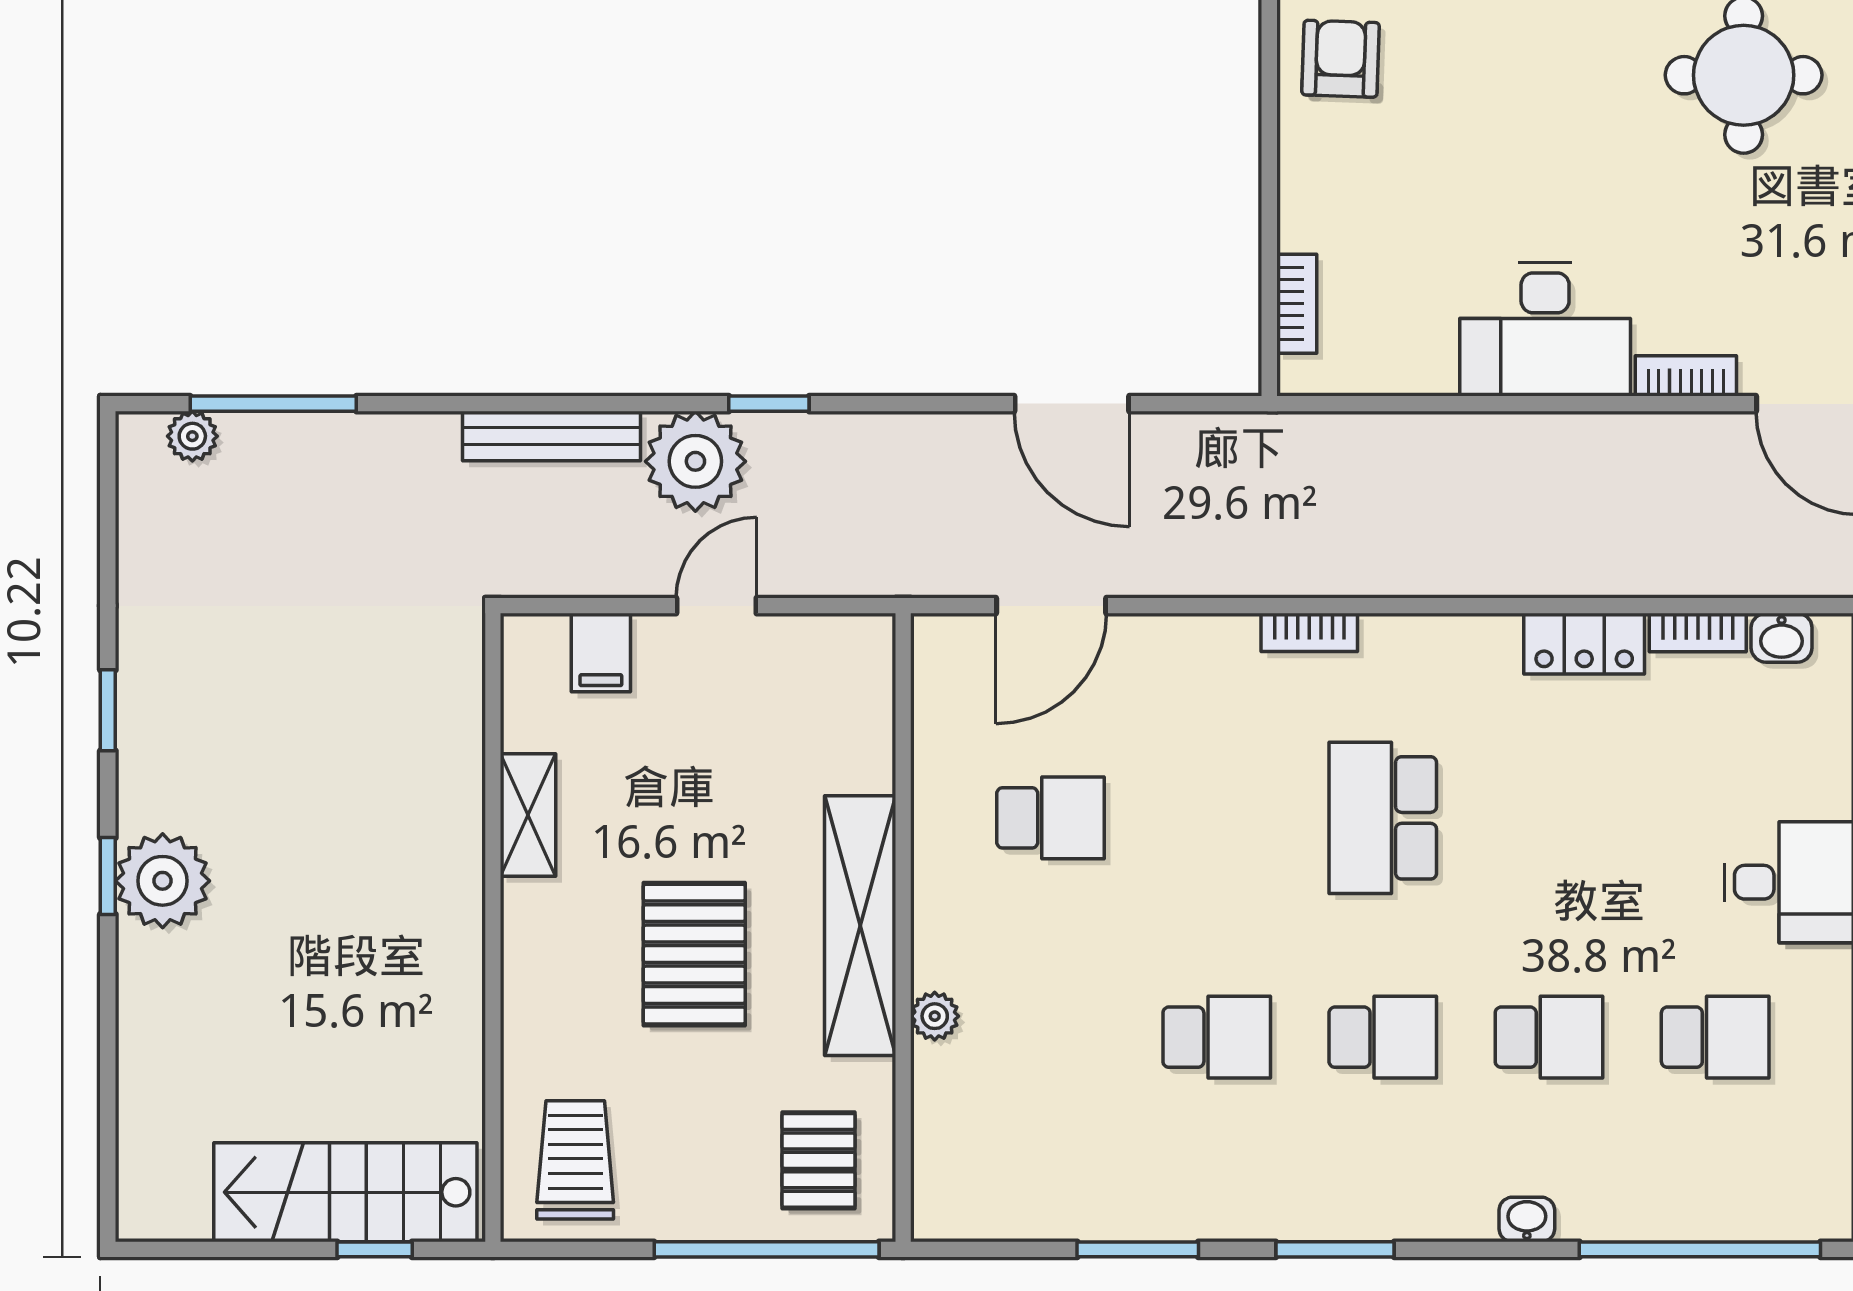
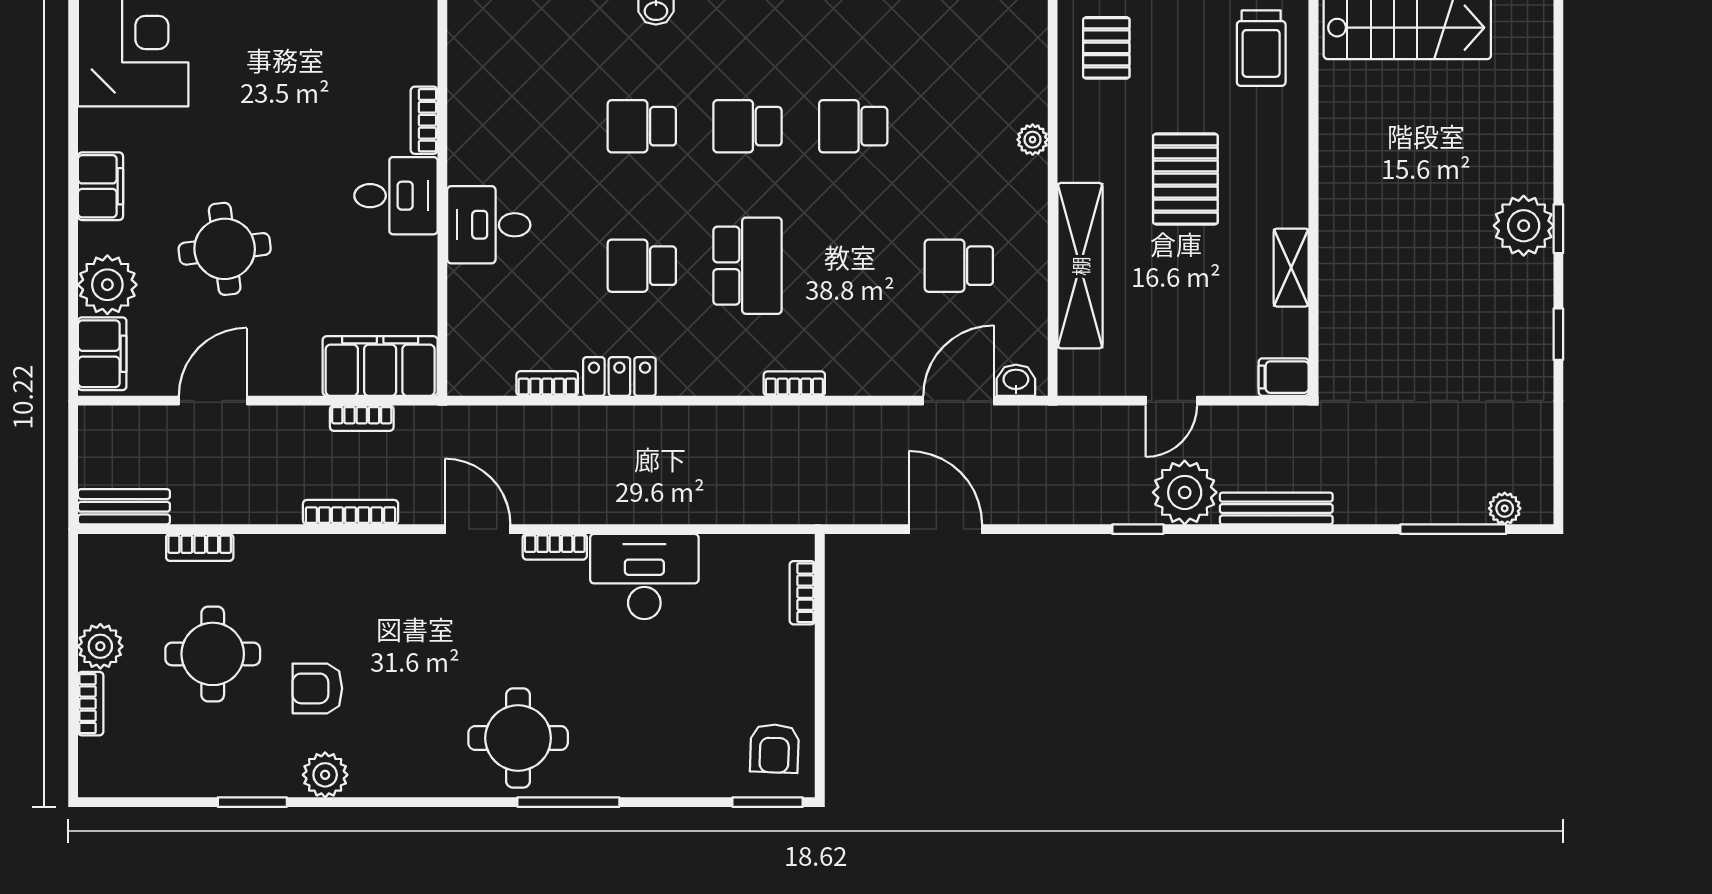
washbasin: (1782, 638) -> (1016, 380), moved
filing cabinet: (601, 653) -> (1284, 377), moved, turned -90
shelving: (860, 926) -> (1080, 266), moved
school desk: (1715, 1037) -> (642, 266), moved

